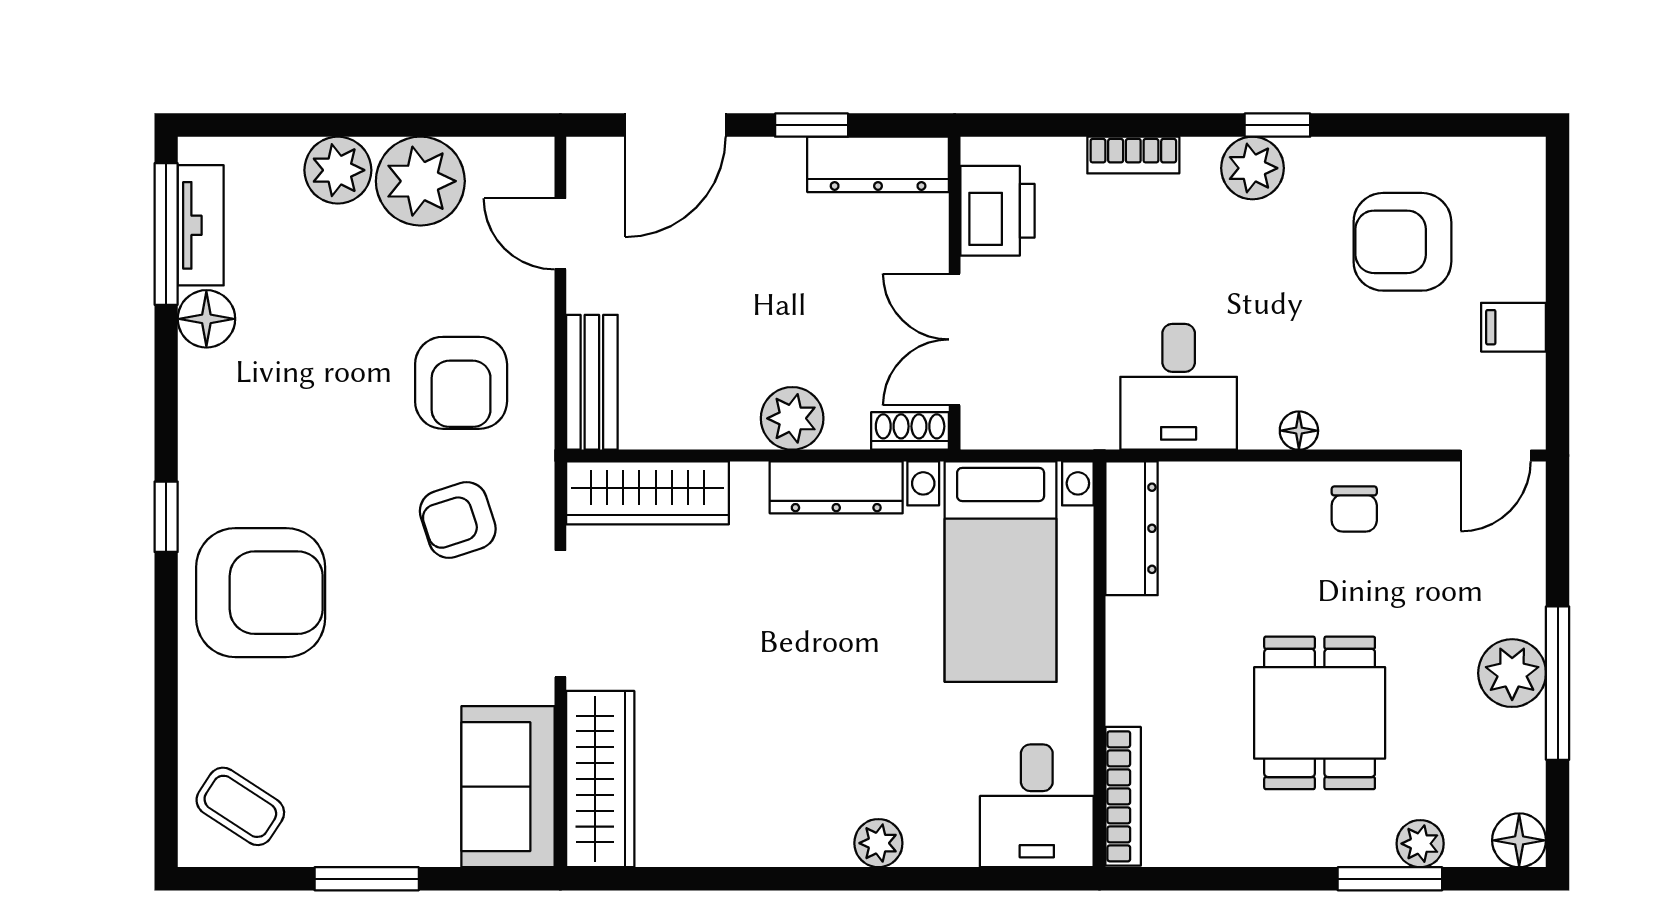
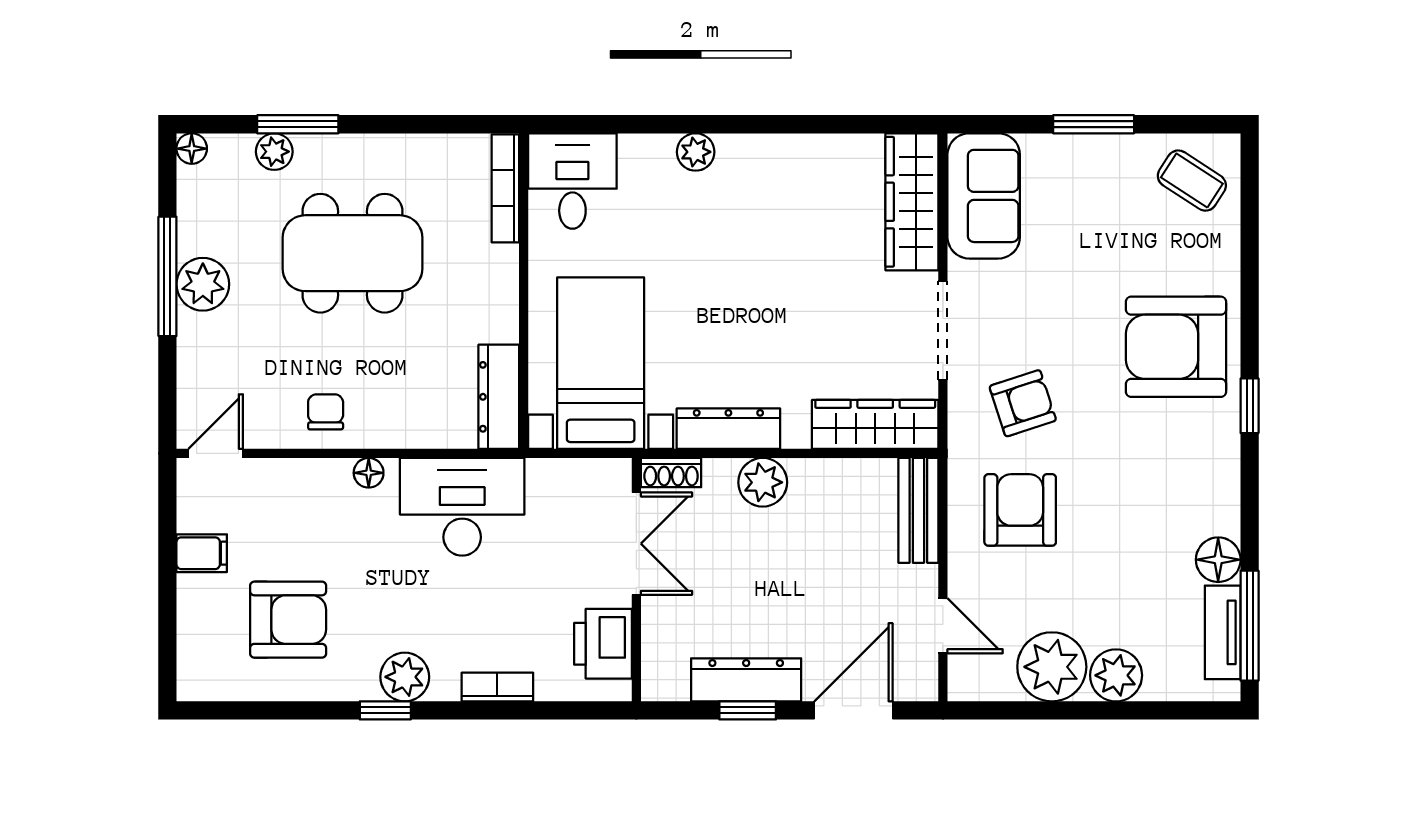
dresser: (878, 164) -> (746, 680), moved
desk: (1179, 387) -> (462, 507), width x1.37
dining table: (1320, 713) -> (352, 253), width x1.38
floor lamp: (1519, 840) -> (192, 149), width x0.73, depth x0.73

